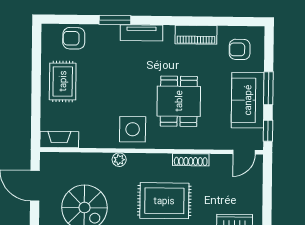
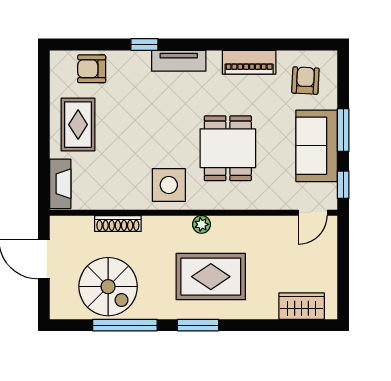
window: (115, 20) -> (144, 45), width x0.67
armchair: (240, 49) -> (305, 81), turned 93
fireplace: (59, 140) -> (60, 184), moved, turned 90
plant: (119, 160) -> (201, 224), moved
shoe rack: (191, 160) -> (118, 223), moved

